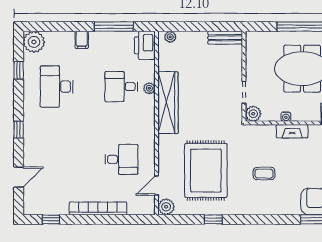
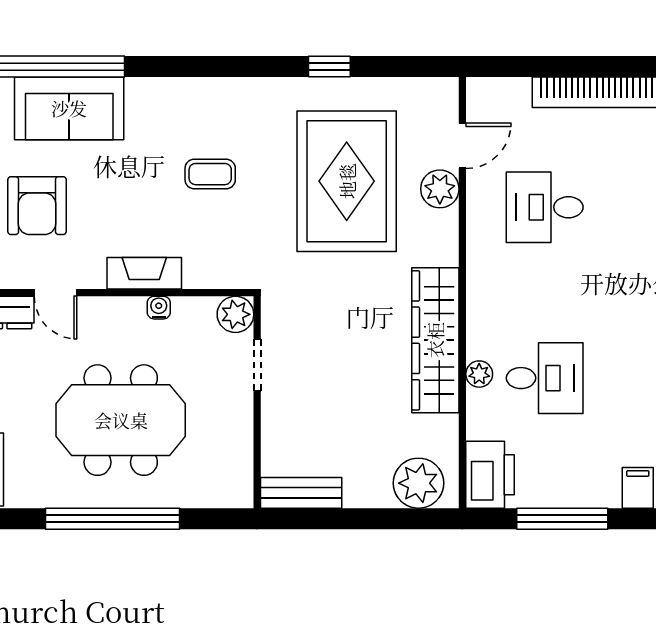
plant: (170, 37) -> (418, 483), width x1.87, depth x1.87
plant: (166, 207) -> (440, 189), moved

